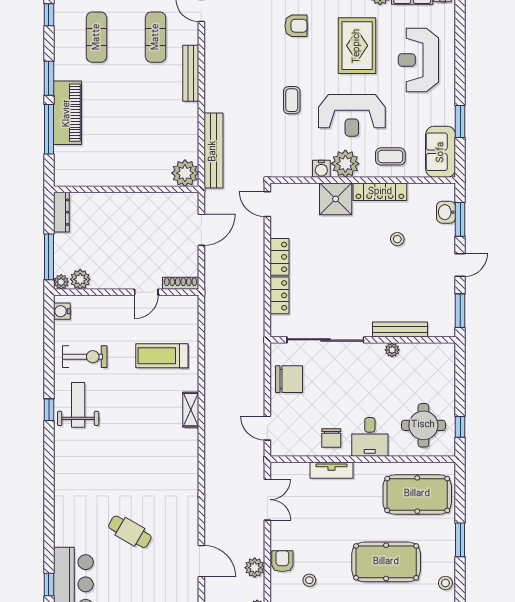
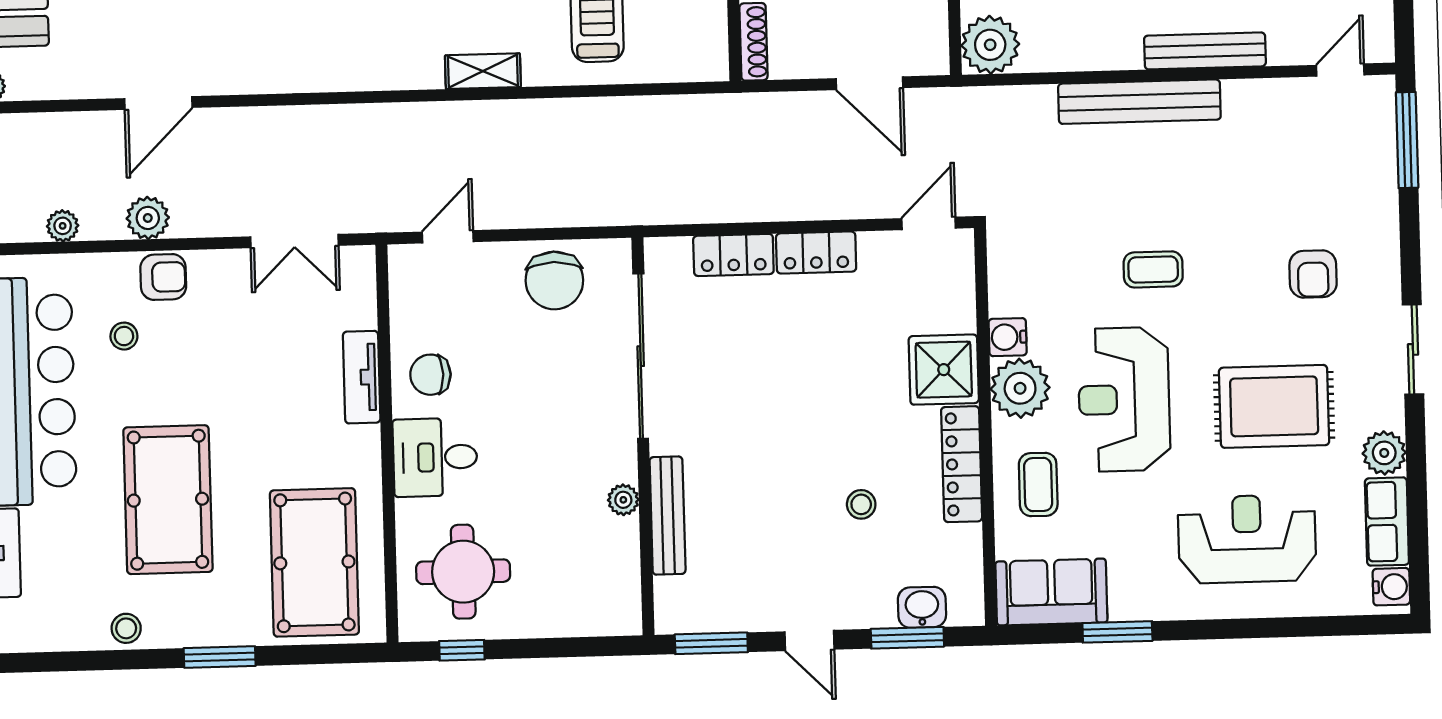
bench: (213, 151) -> (1139, 102), moved

